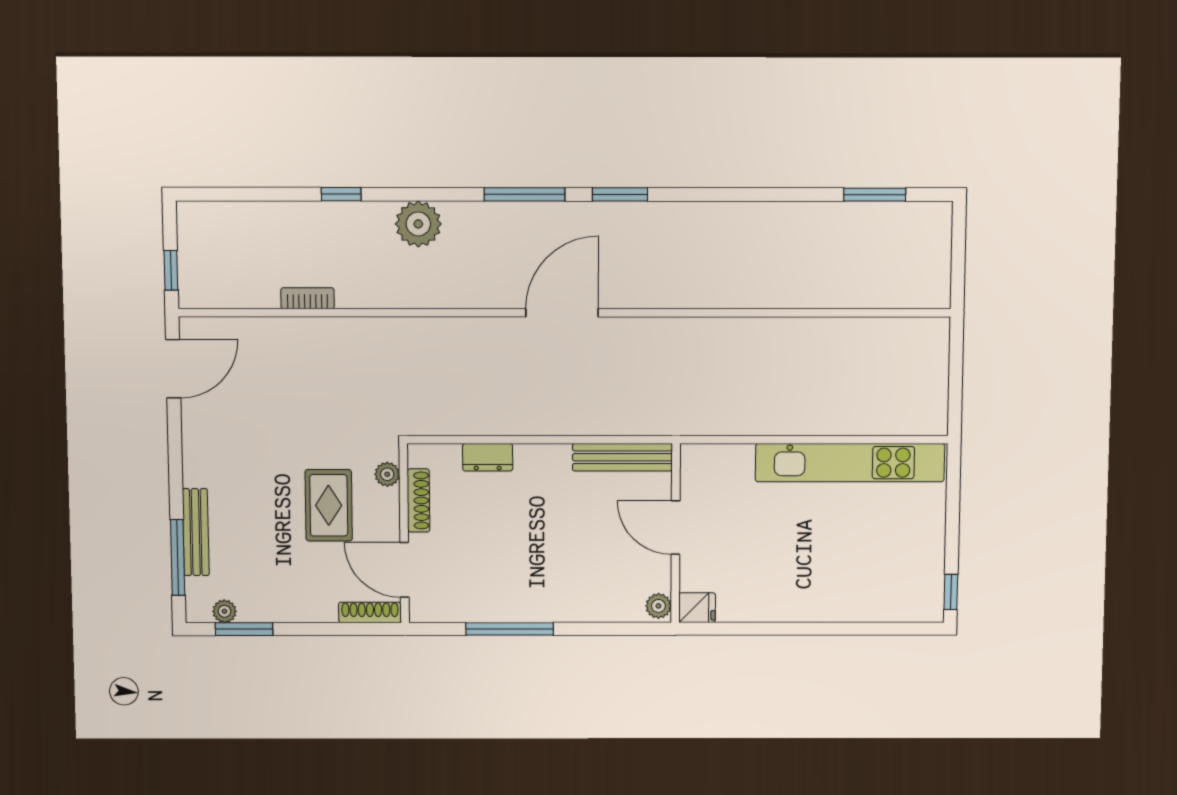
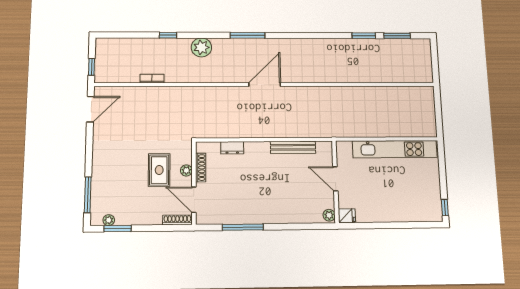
window: (620, 194) -> (364, 36), moved
plant: (387, 474) -> (186, 170), moved
door: (676, 528) -> (335, 179), moved
bench: (196, 532) -> (97, 183), removed
wall: (676, 533) -> (335, 182), moved
plant: (658, 606) -> (329, 215), moved
fridge: (697, 608) -> (347, 216), moved

